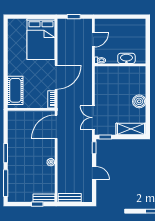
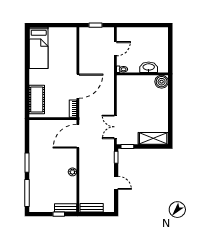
bed: (41, 39) -> (39, 48), moved, width x0.67
boiler: (139, 101) -> (162, 82), moved

